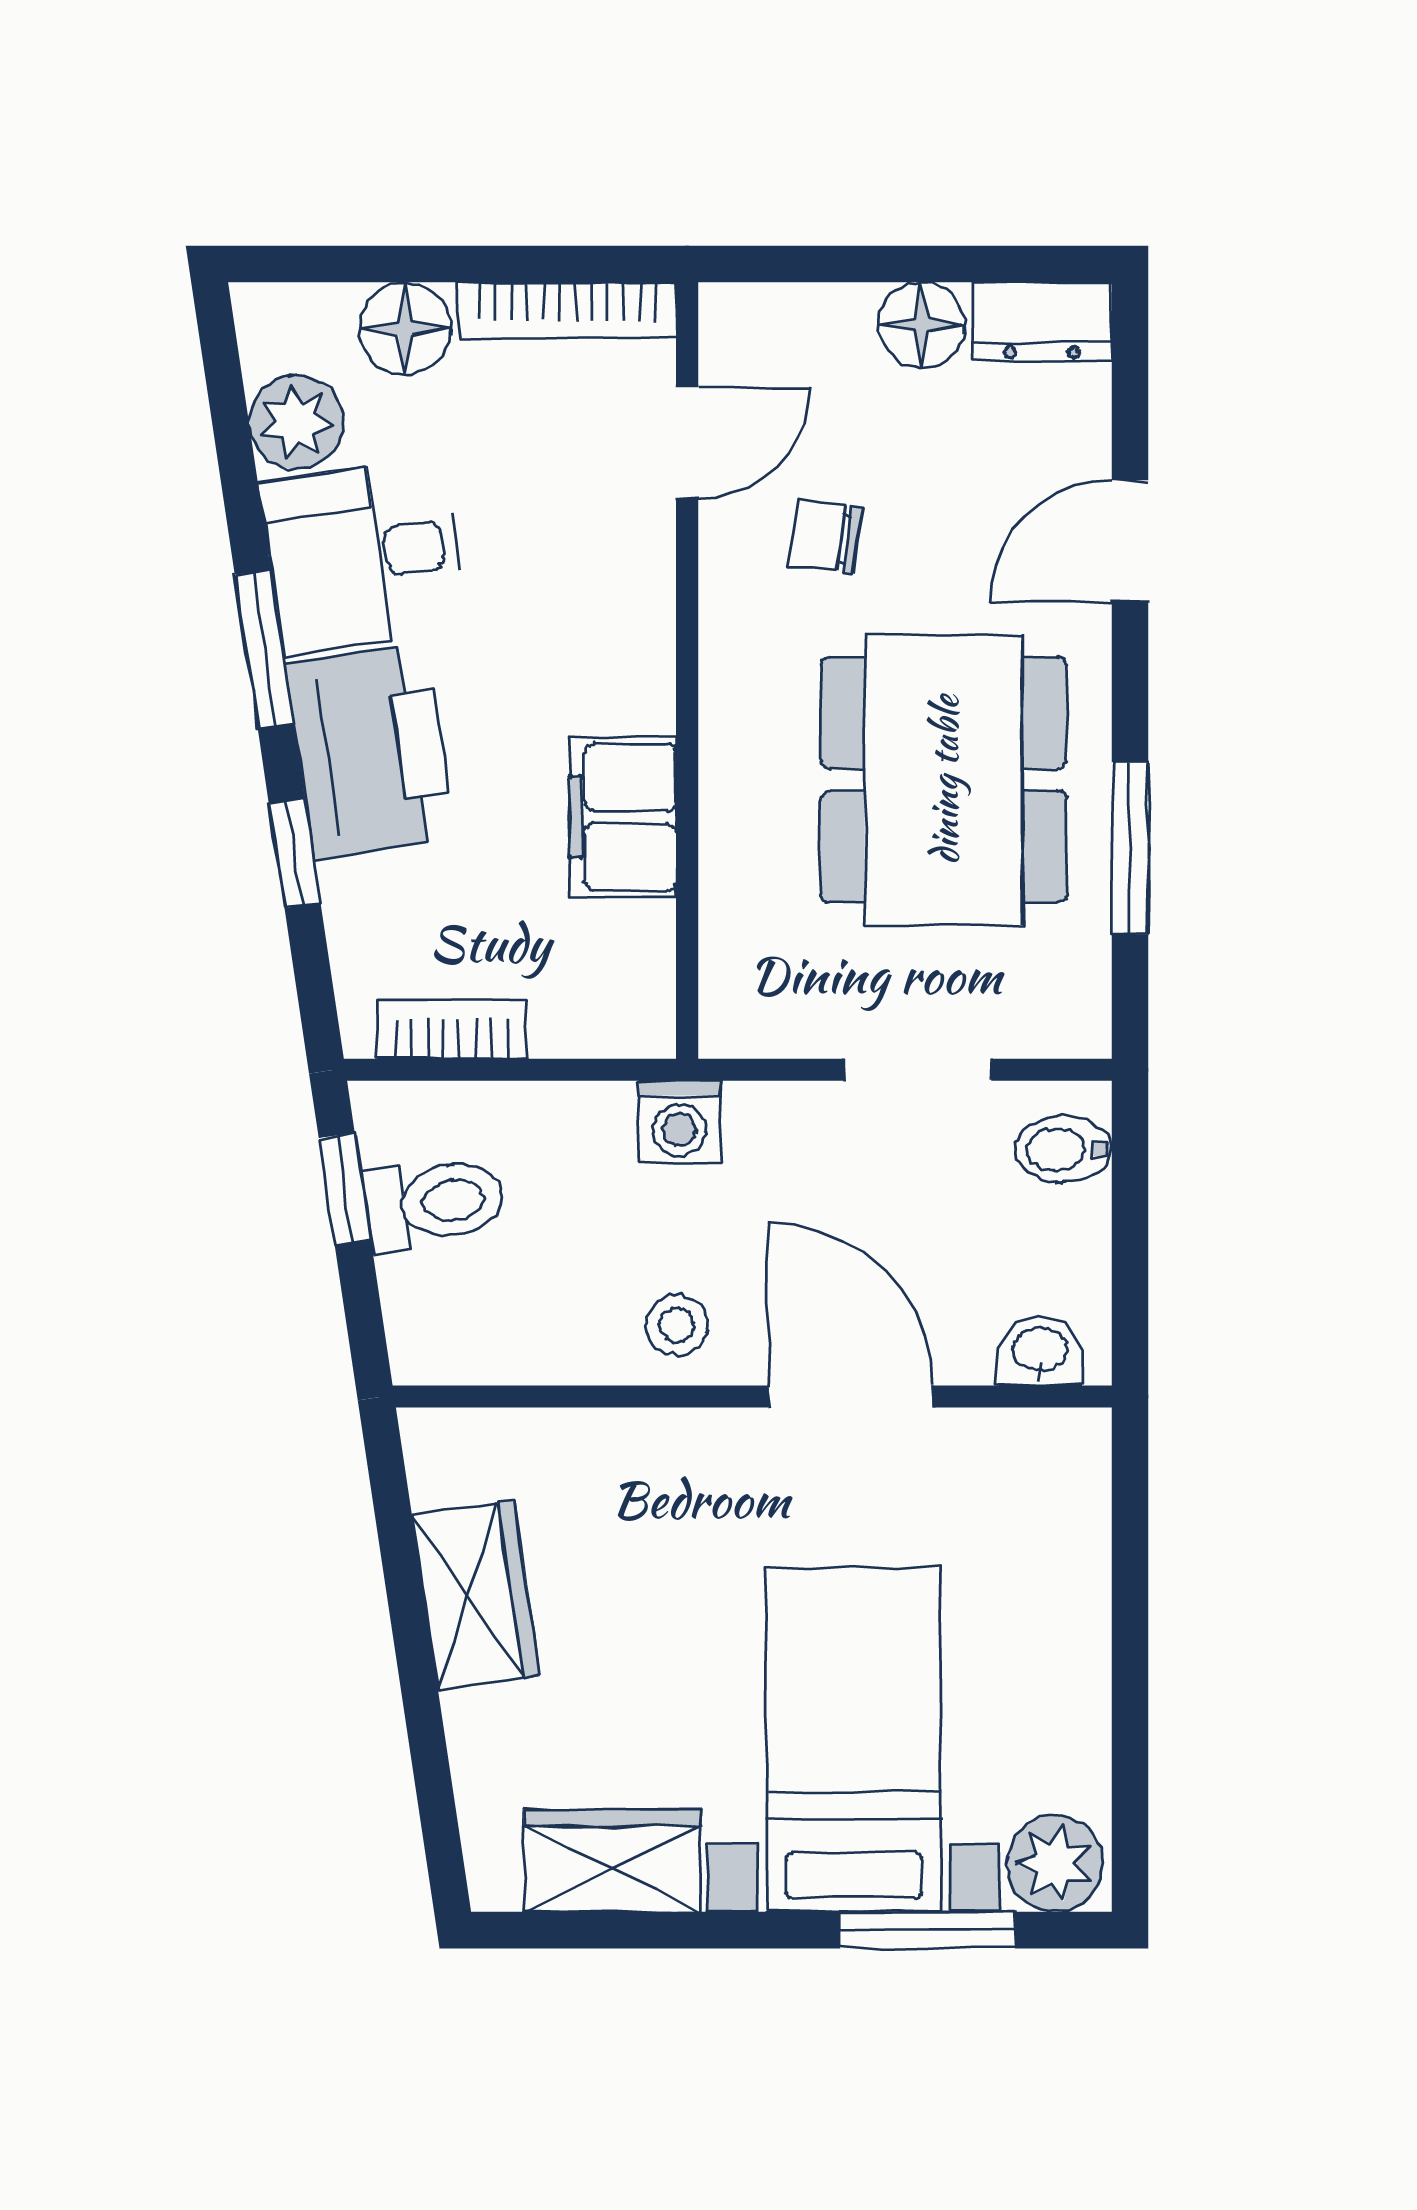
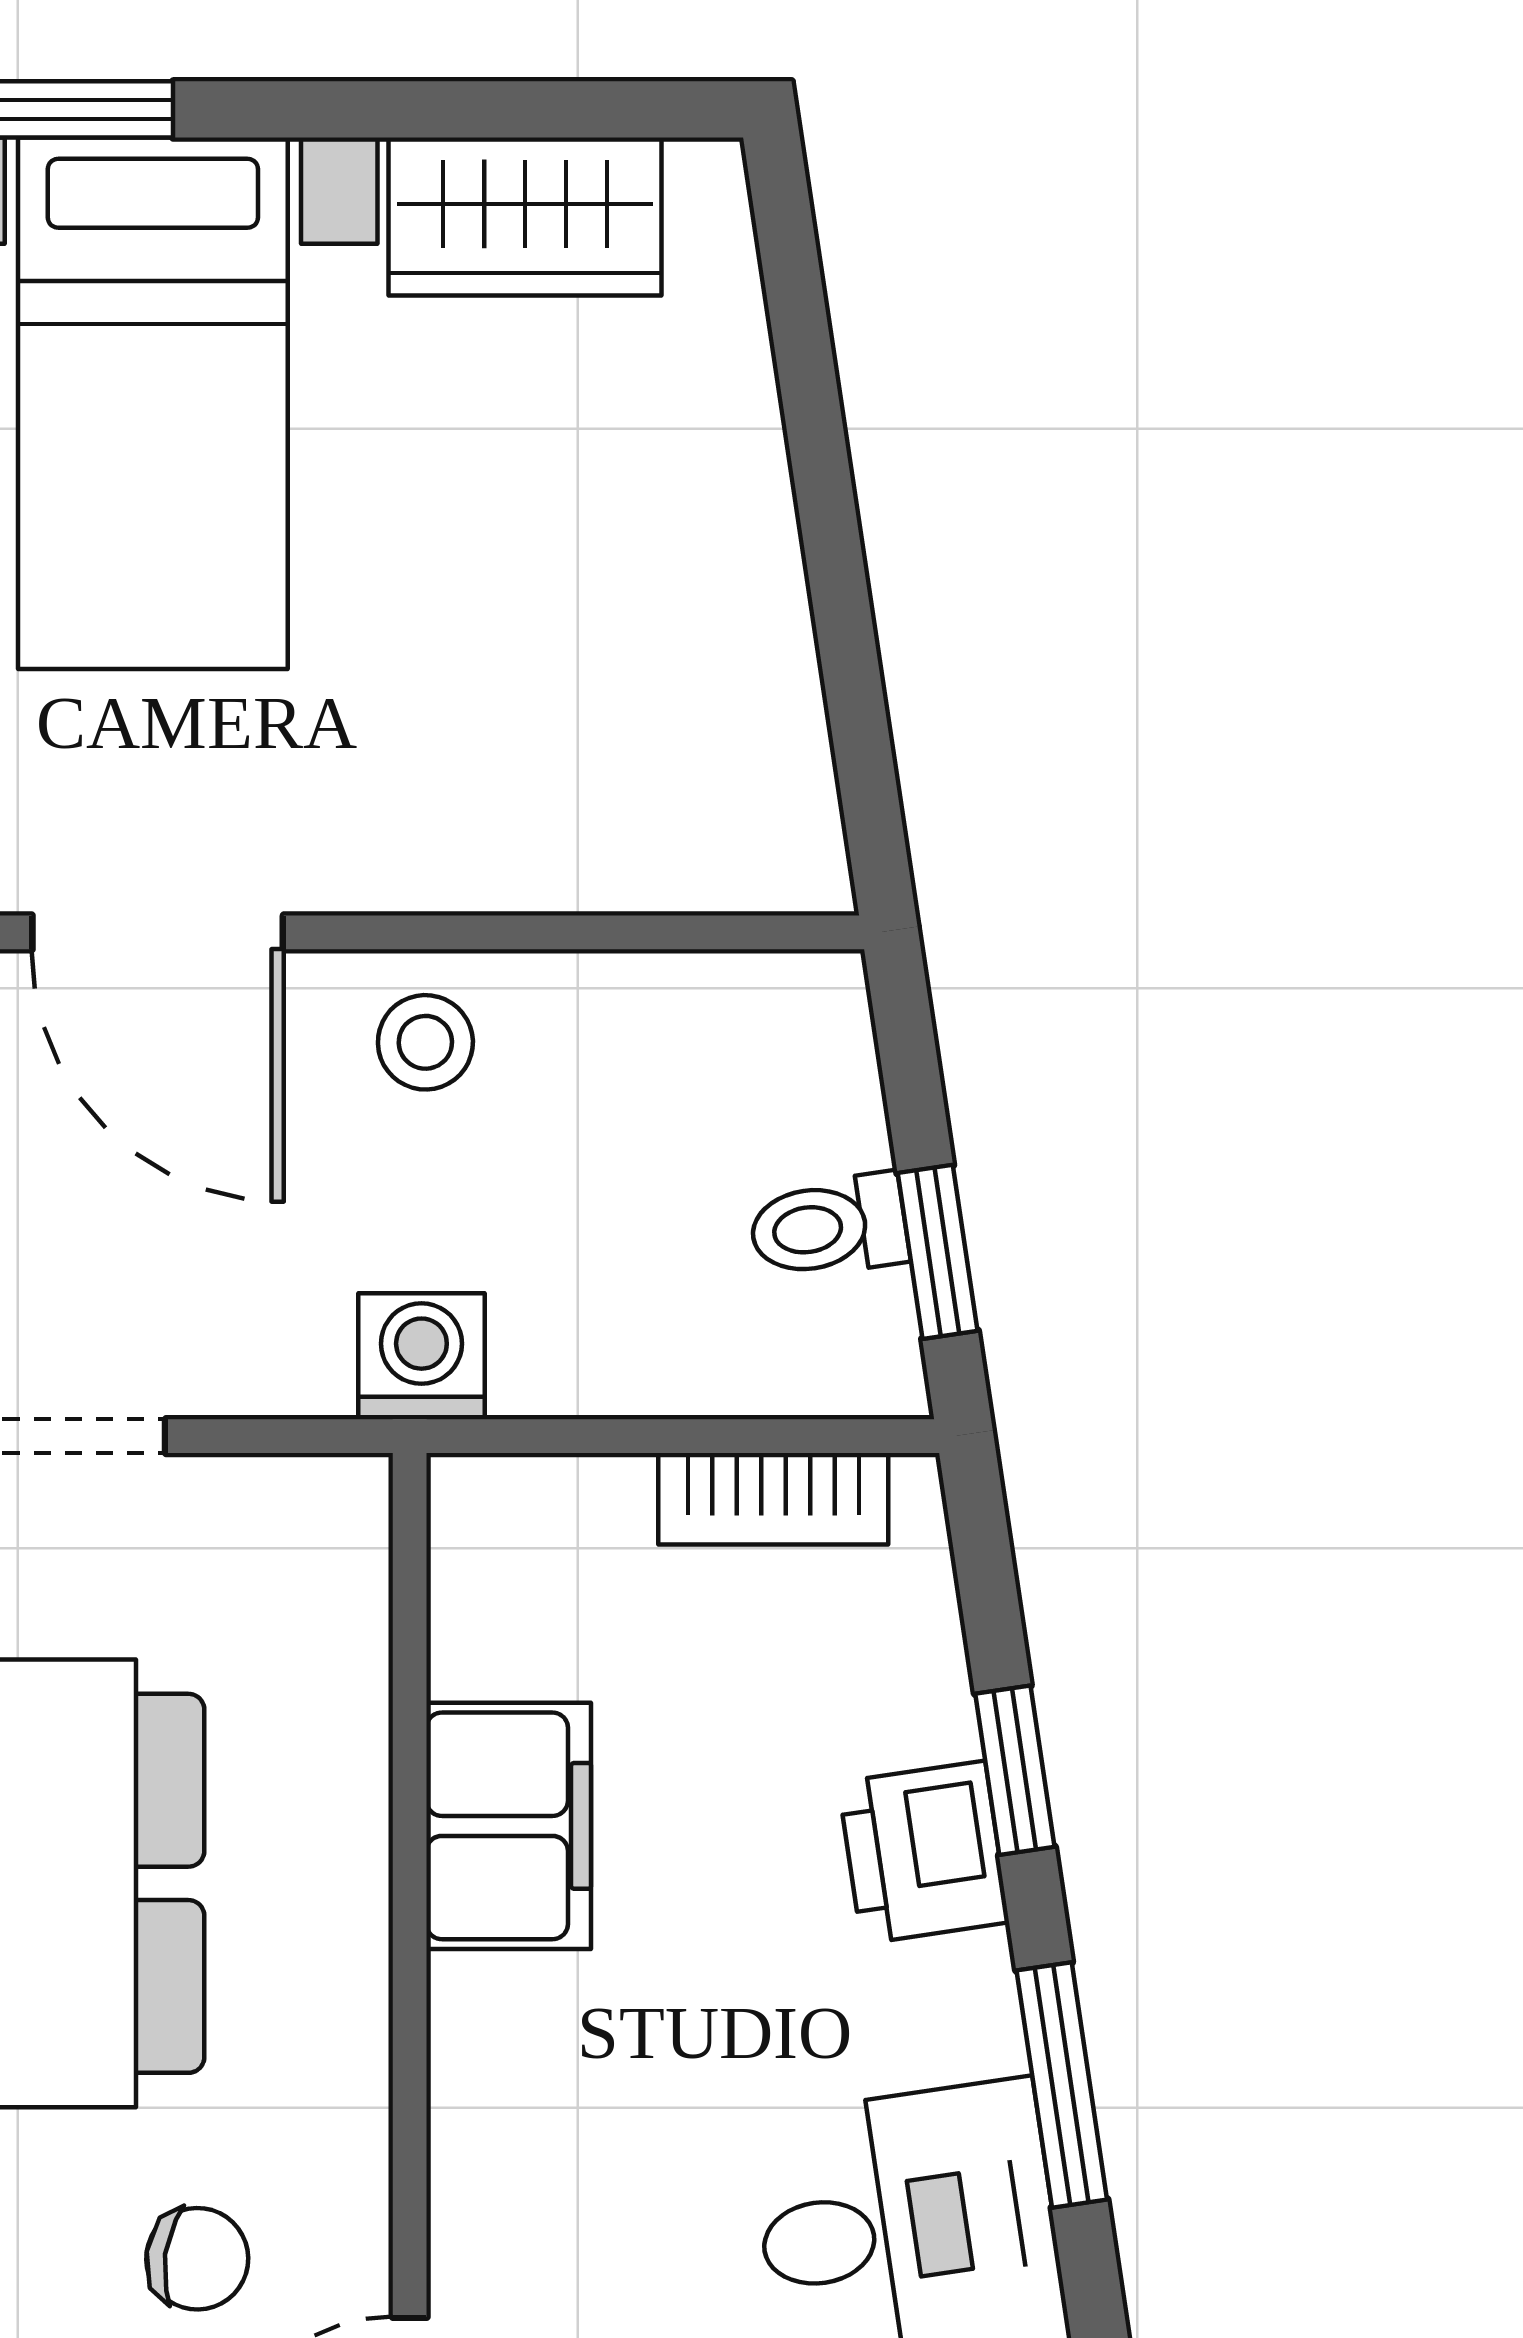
printer: (370, 751) -> (923, 1852), width x0.53, depth x0.68
toilet: (434, 1203) -> (829, 1227), width x0.73, depth x0.72
wardrobe: (476, 1595) -> (736, 626), removed

